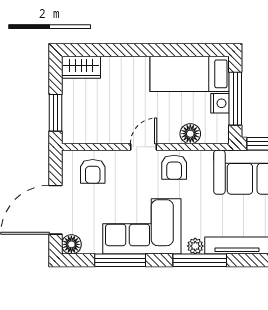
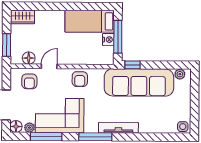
floor lamp: (190, 134) -> (29, 58), moved
door: (144, 147) -> (49, 66), moved
plant: (195, 246) -> (29, 128), moved

